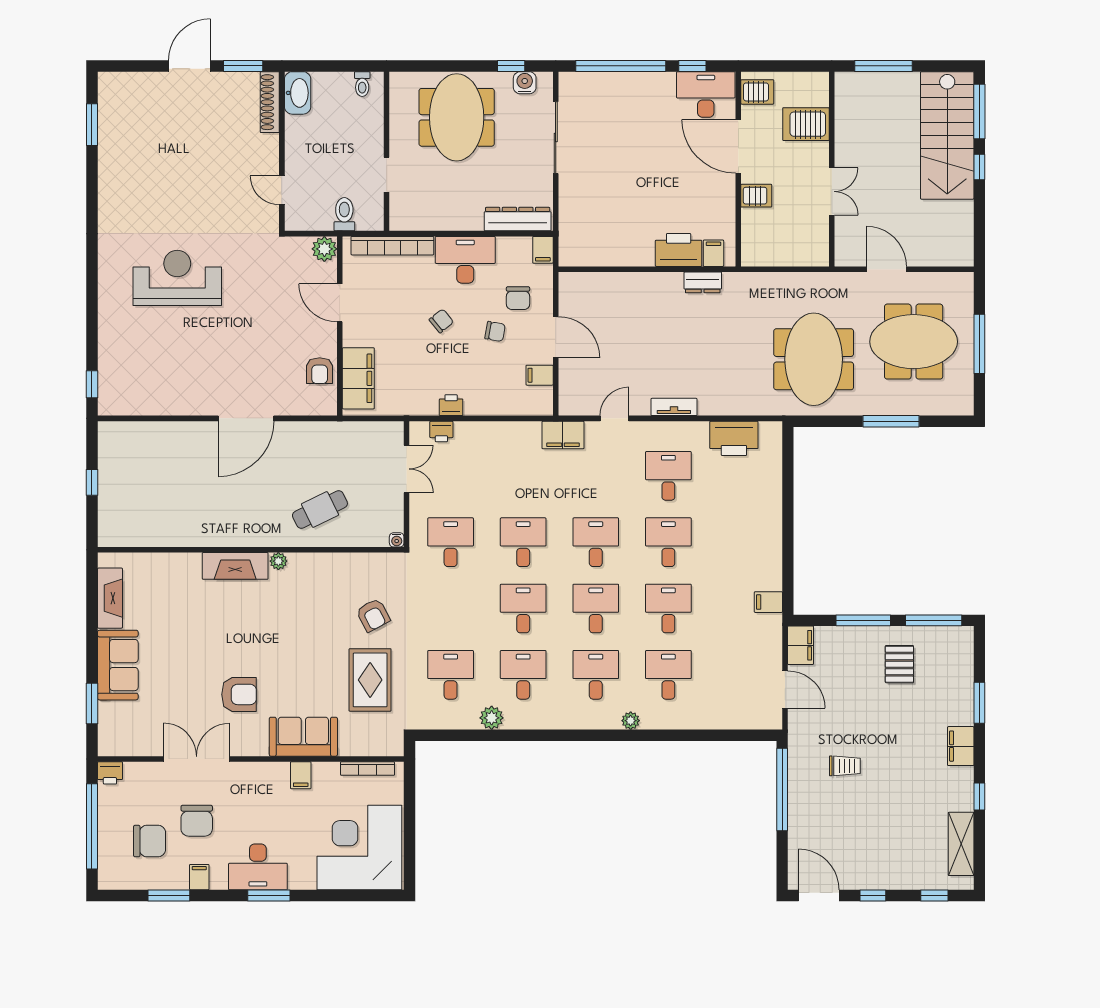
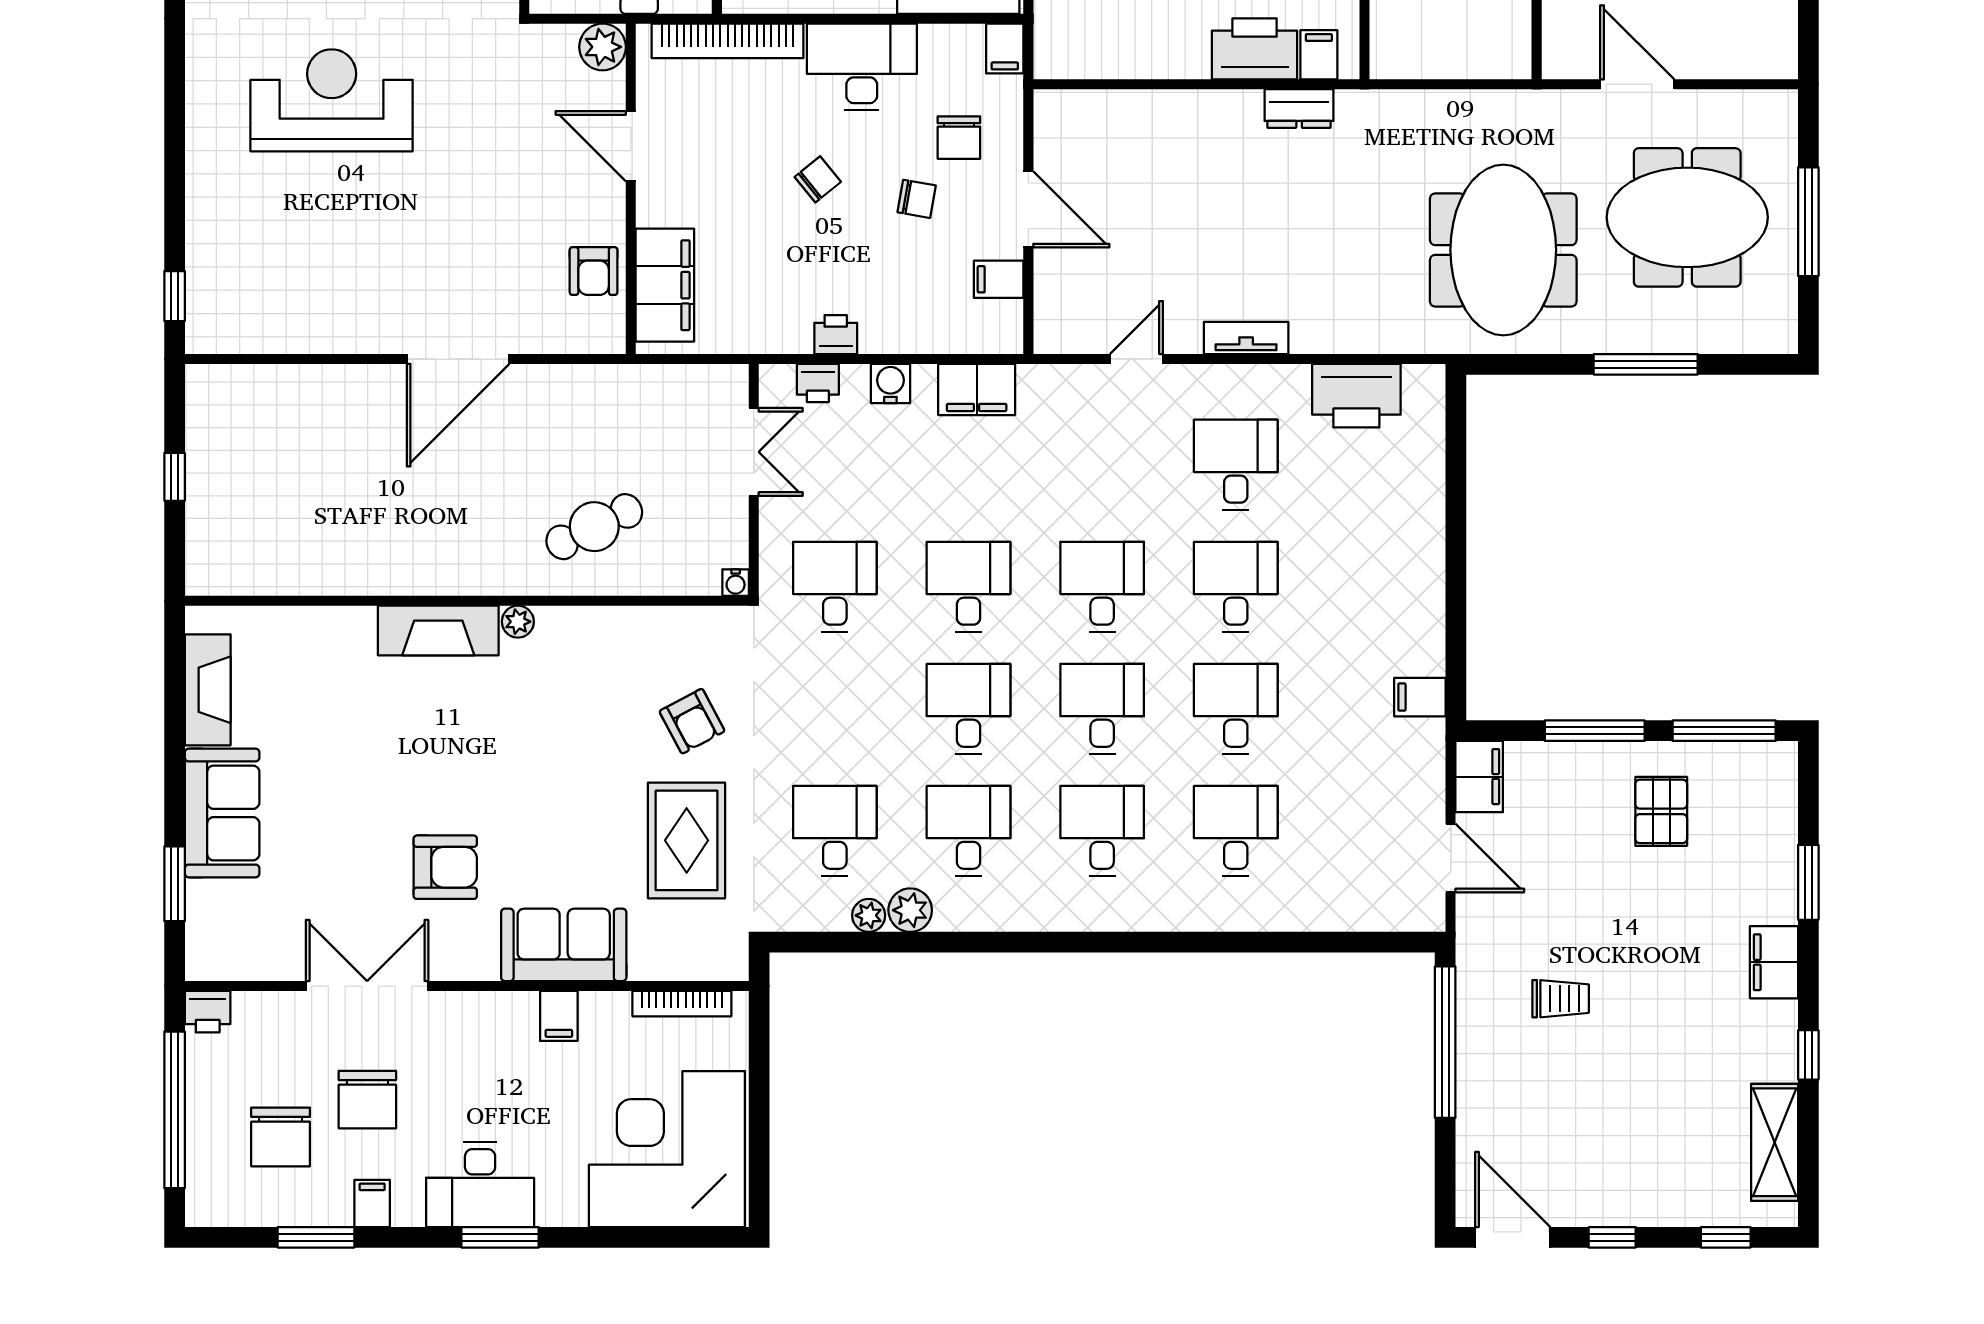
water cooler: (481, 432) -> (890, 383), added
filing cabinet: (563, 435) -> (977, 389), moved
plant: (631, 721) -> (869, 915), moved
chair: (150, 841) -> (281, 1137), turned 90

